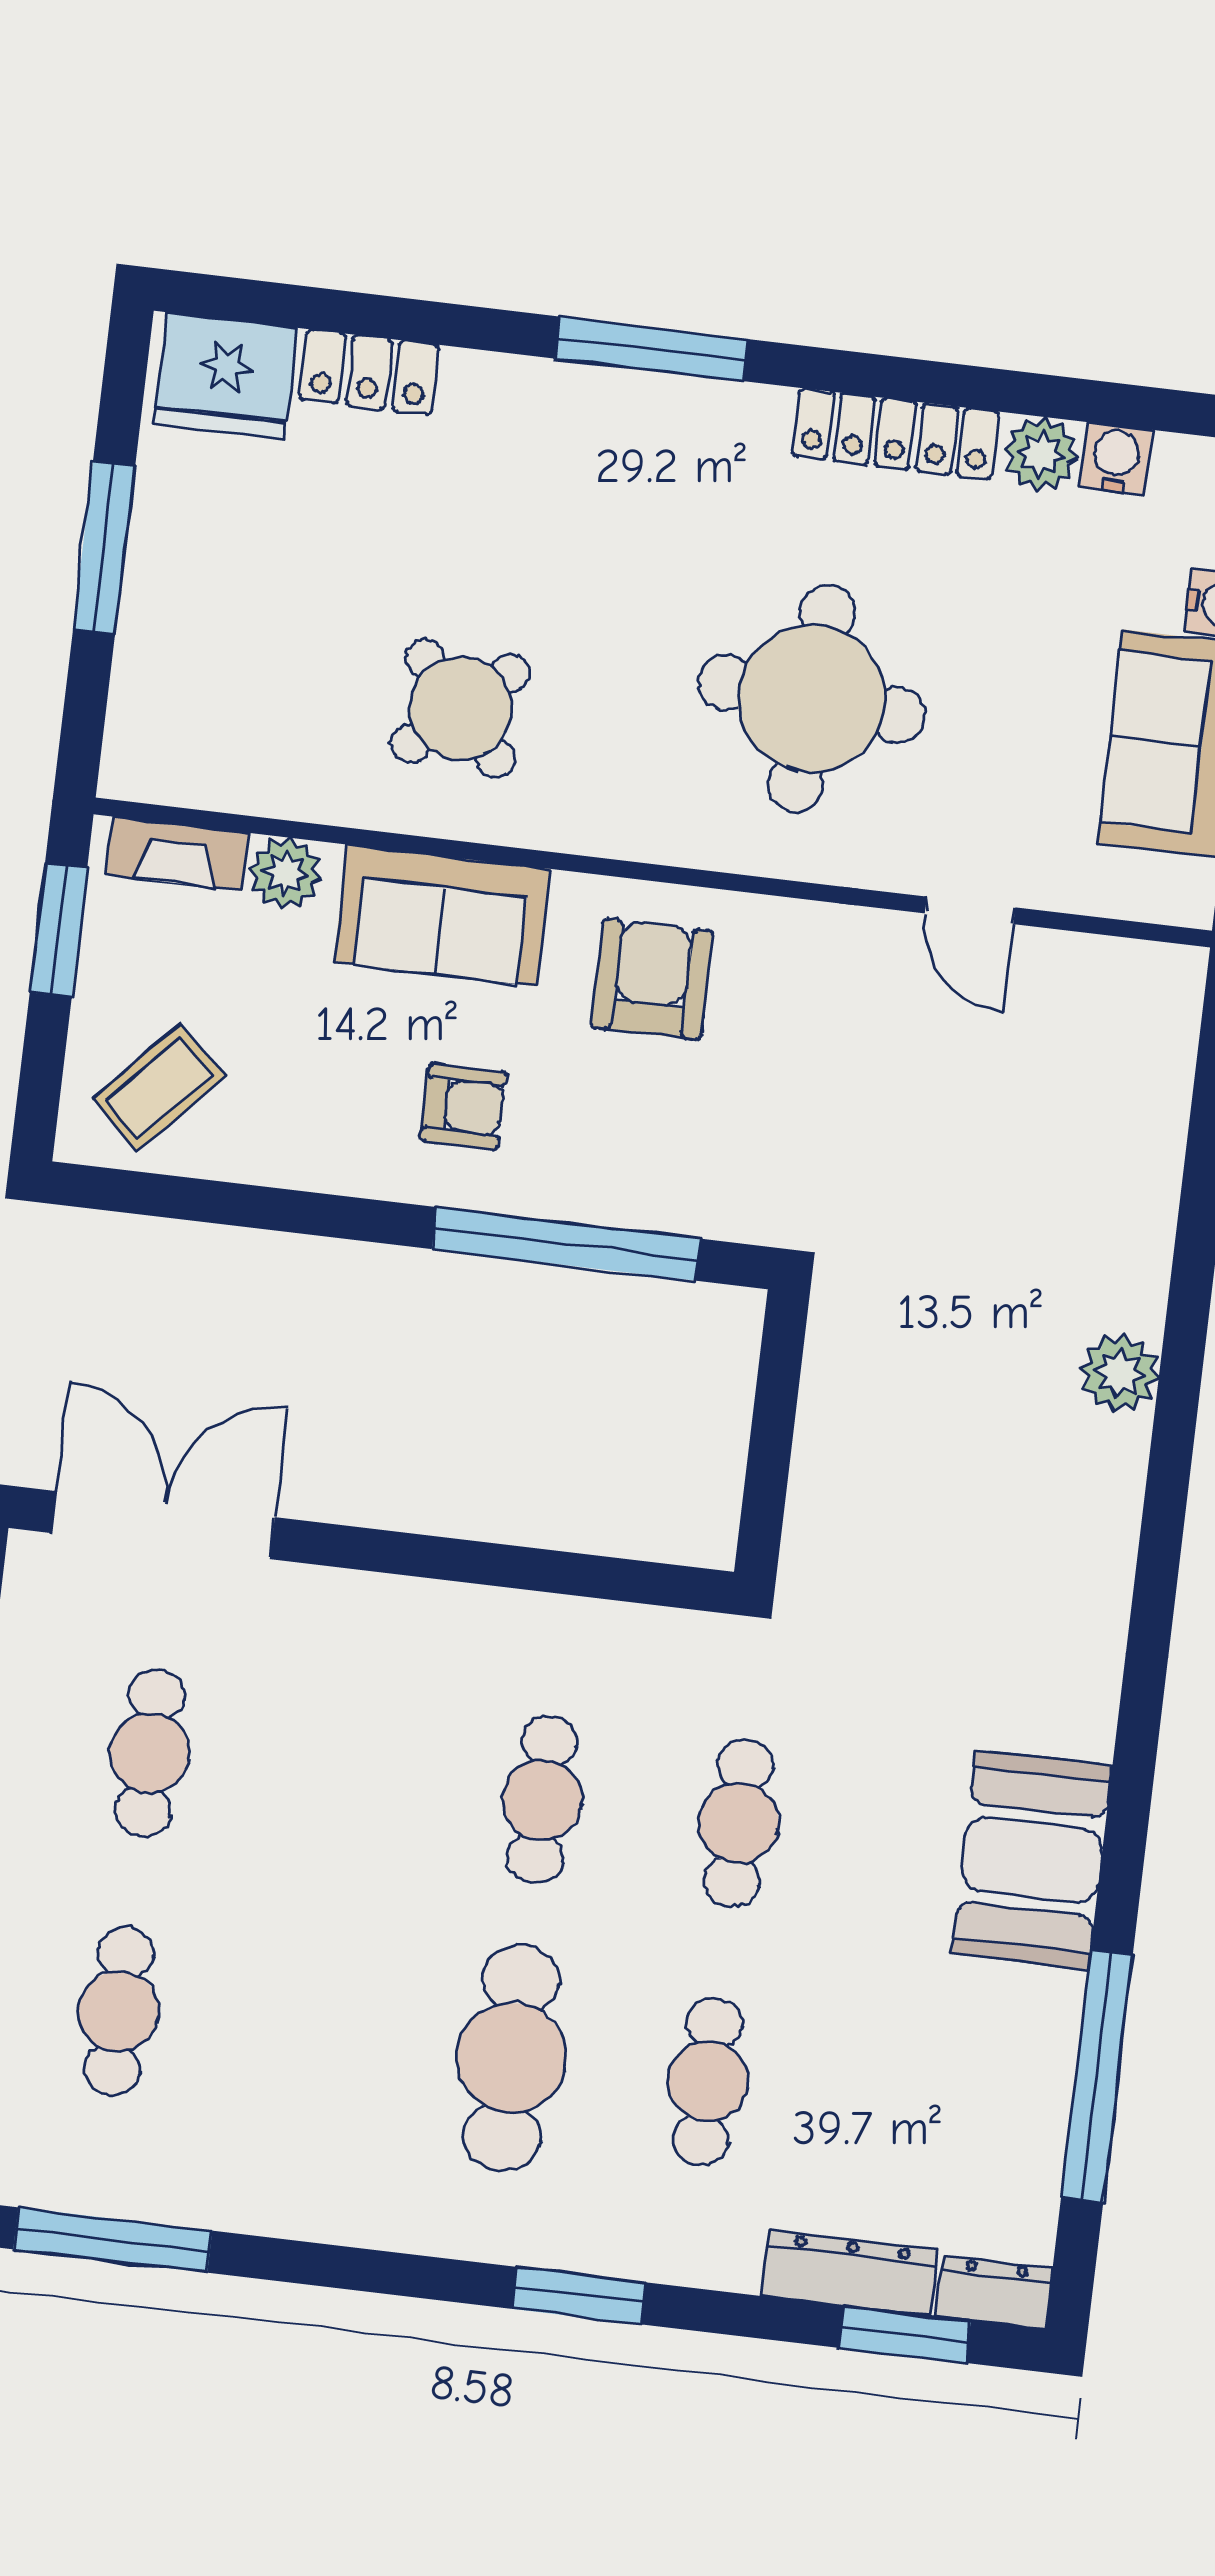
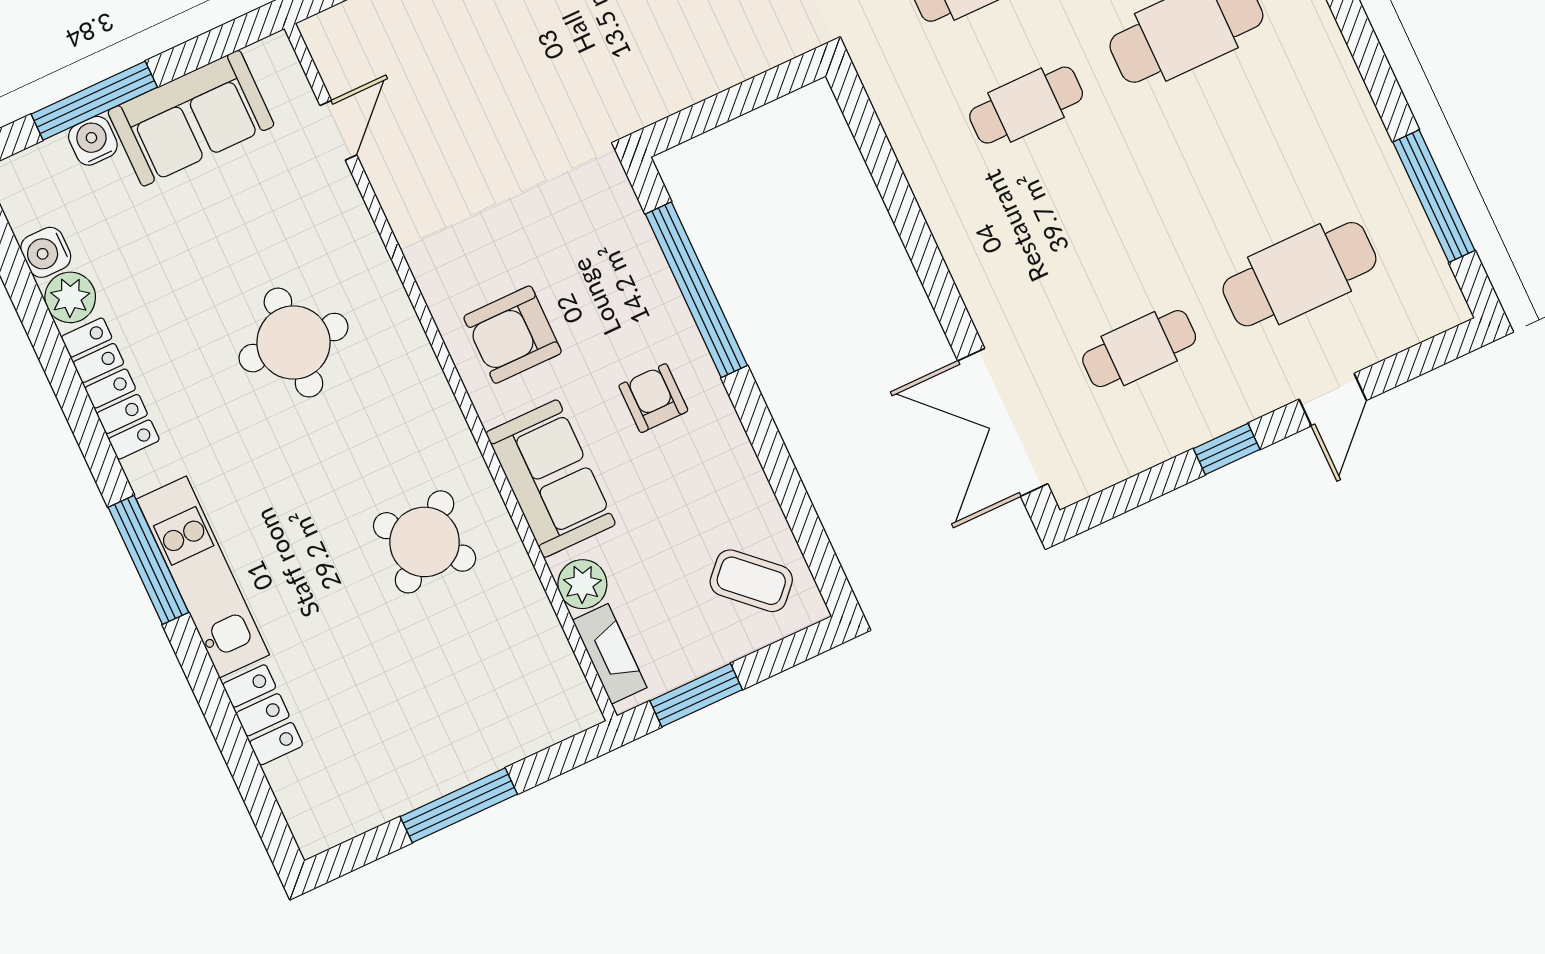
fridge: (226, 376) -> (316, 796), removed
kitchen unit: (588, 404) -> (203, 577), added
round table: (811, 699) -> (293, 343), width x0.73, depth x0.73
door: (970, 910) -> (338, 130), moved
cafe table: (119, 2011) -> (1299, 274), width x1.37, depth x1.35

